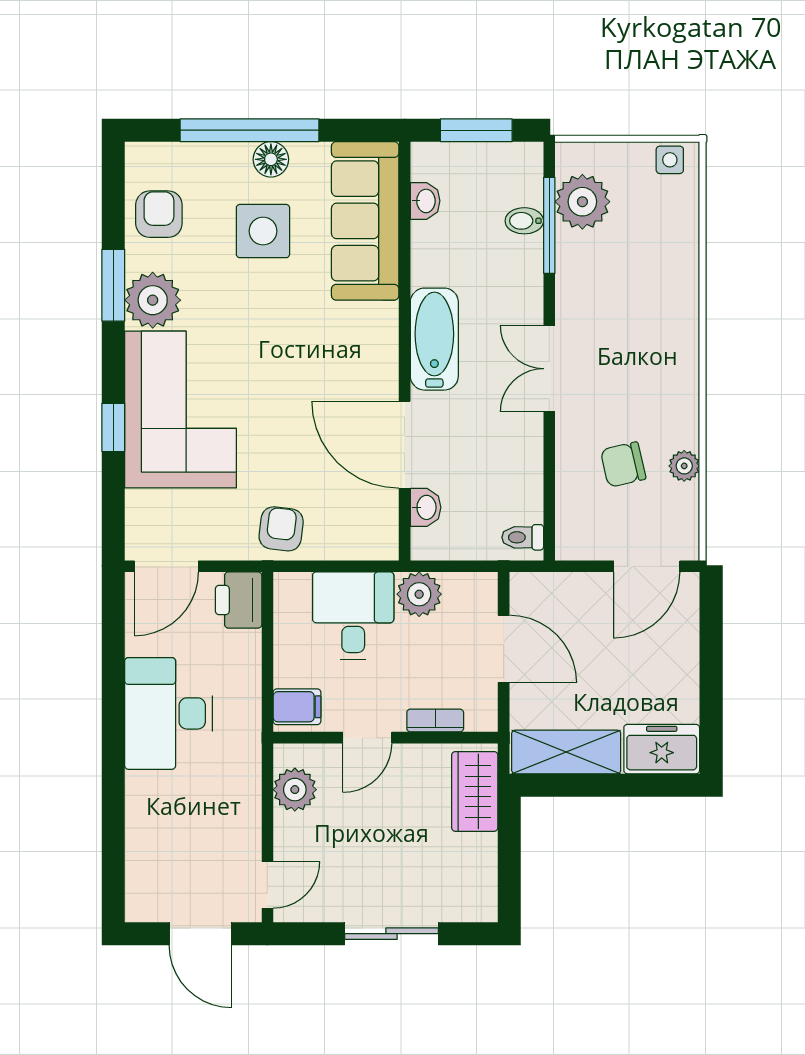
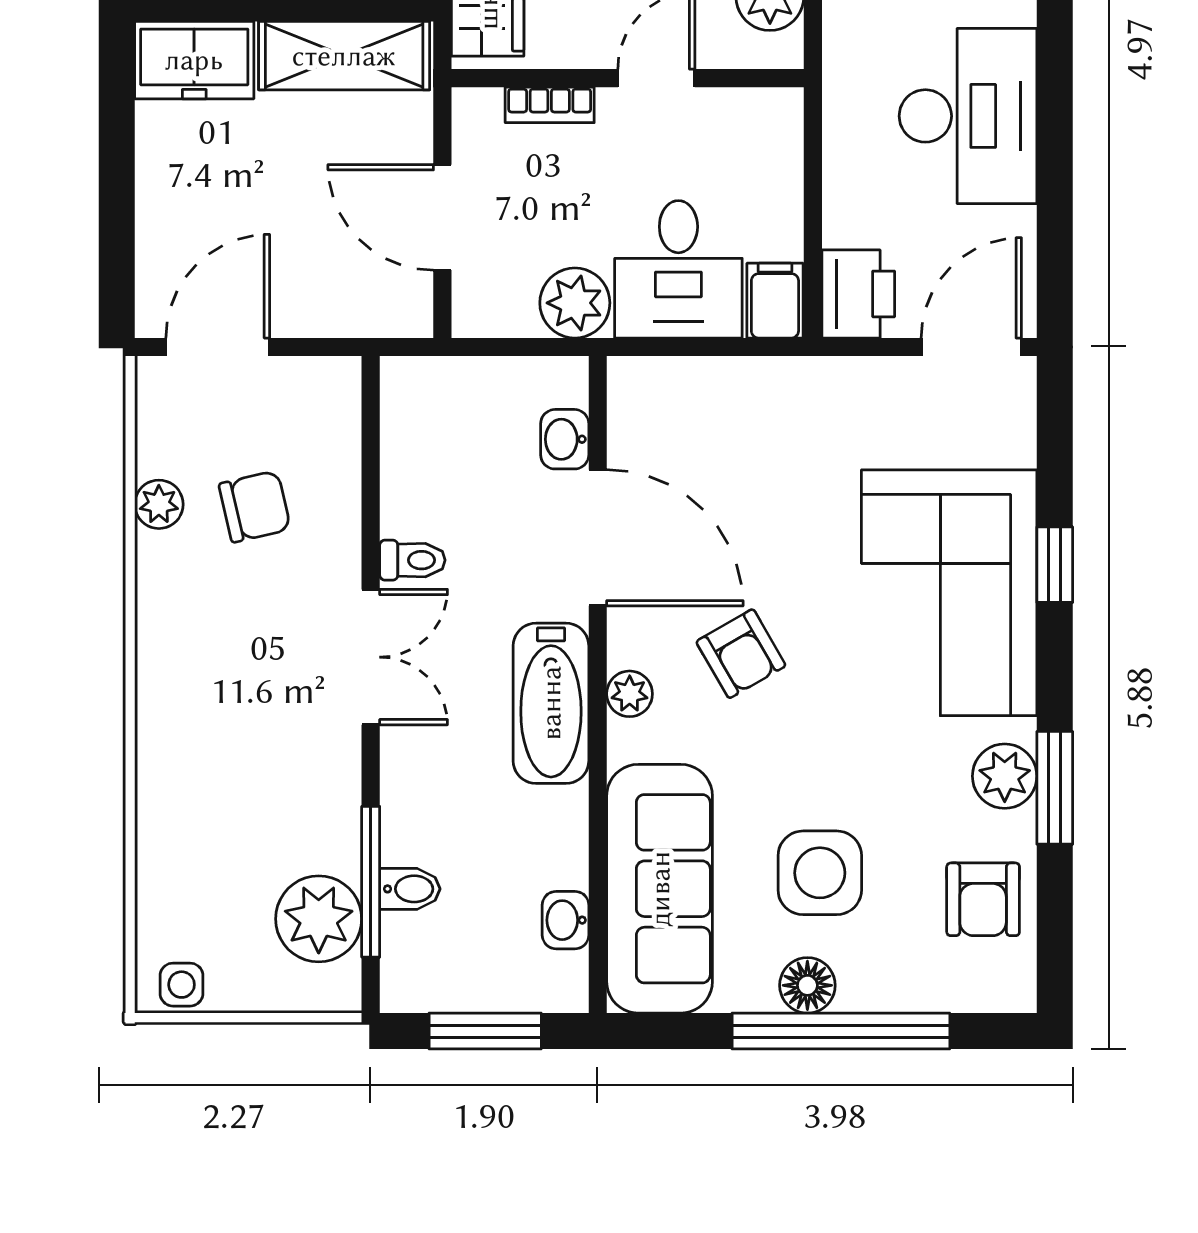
plant: (153, 300) -> (1005, 776), width x0.73, depth x0.73
plant: (384, 345) -> (630, 694), added
armchair: (281, 529) -> (741, 654), moved, turned -37
toilet: (523, 537) -> (412, 560), moved
filing cabinet: (297, 707) -> (775, 301), moved, turned 90

